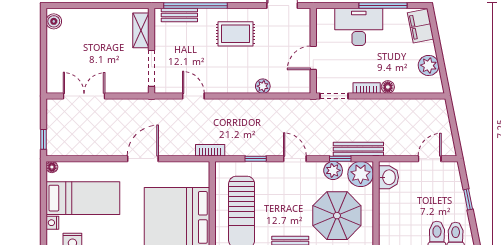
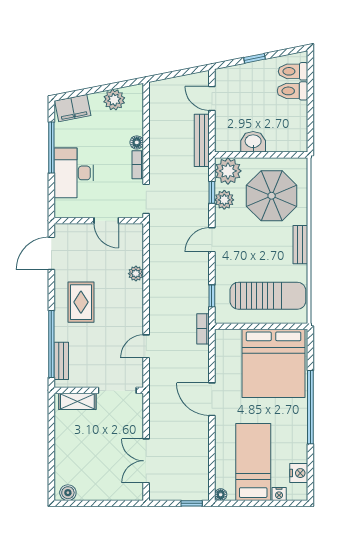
bench: (358, 149) -> (202, 140), moved
window: (256, 159) -> (212, 296), moved
washbasin: (388, 177) -> (253, 142), moved

